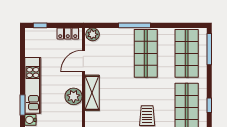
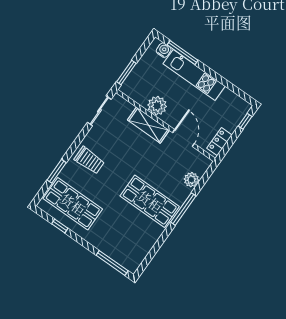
plant: (93, 34) -> (191, 180), moved
shop shelf: (187, 53) -> (123, 239), removed
window: (22, 105) -> (183, 53), width x1.44

